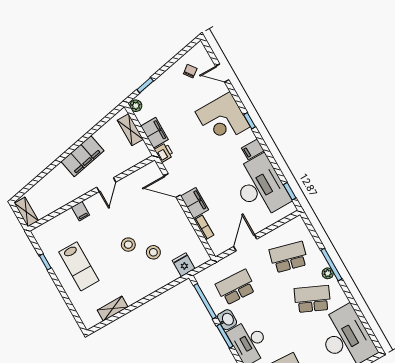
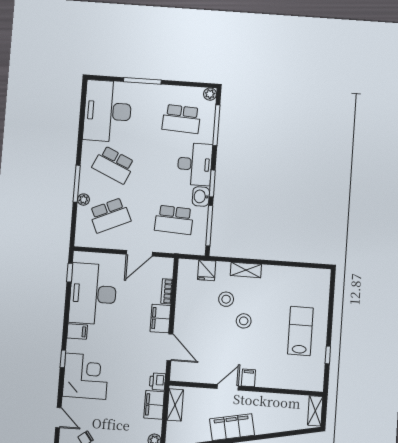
shelving: (130, 130) -> (175, 405), moved
filing cabinet: (81, 211) -> (248, 378), moved
school desk: (289, 257) -> (110, 215), turned -39
plant: (328, 273) -> (84, 200), moved
shelving: (113, 309) -> (246, 270), moved

